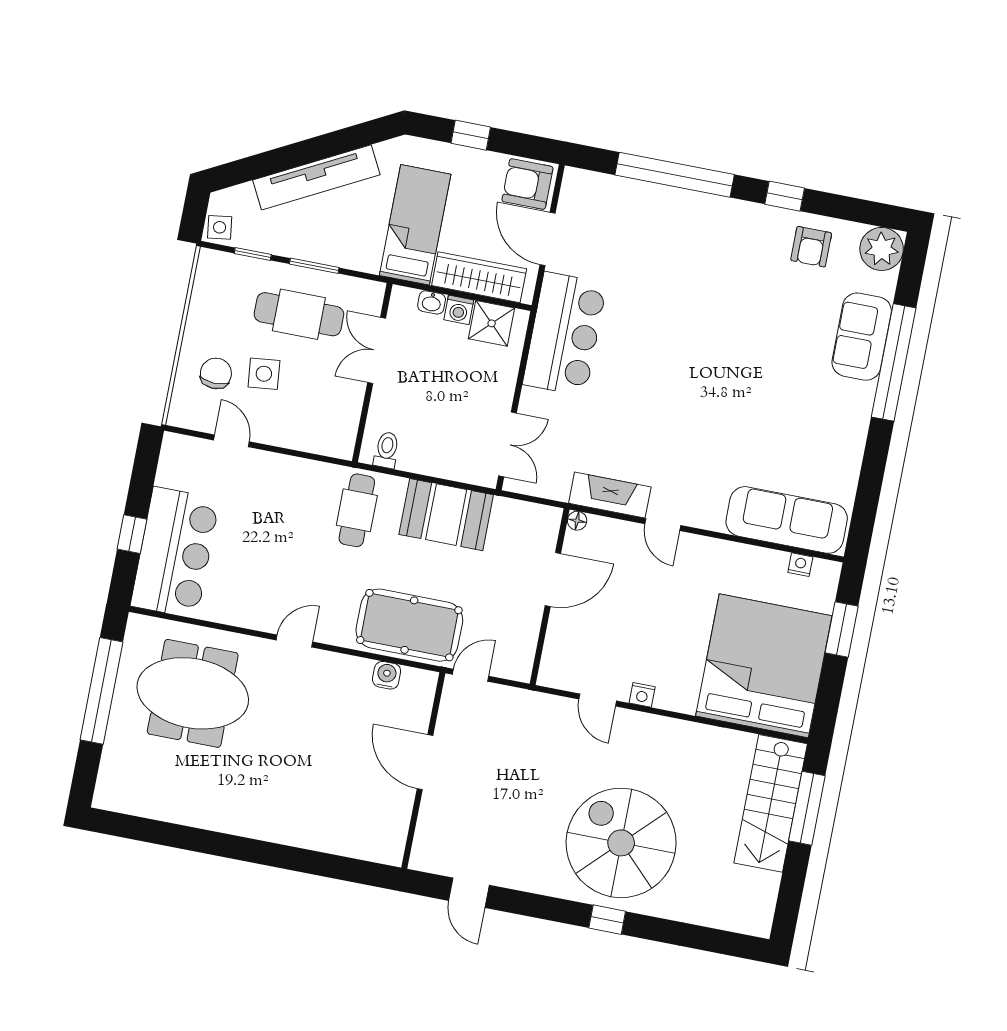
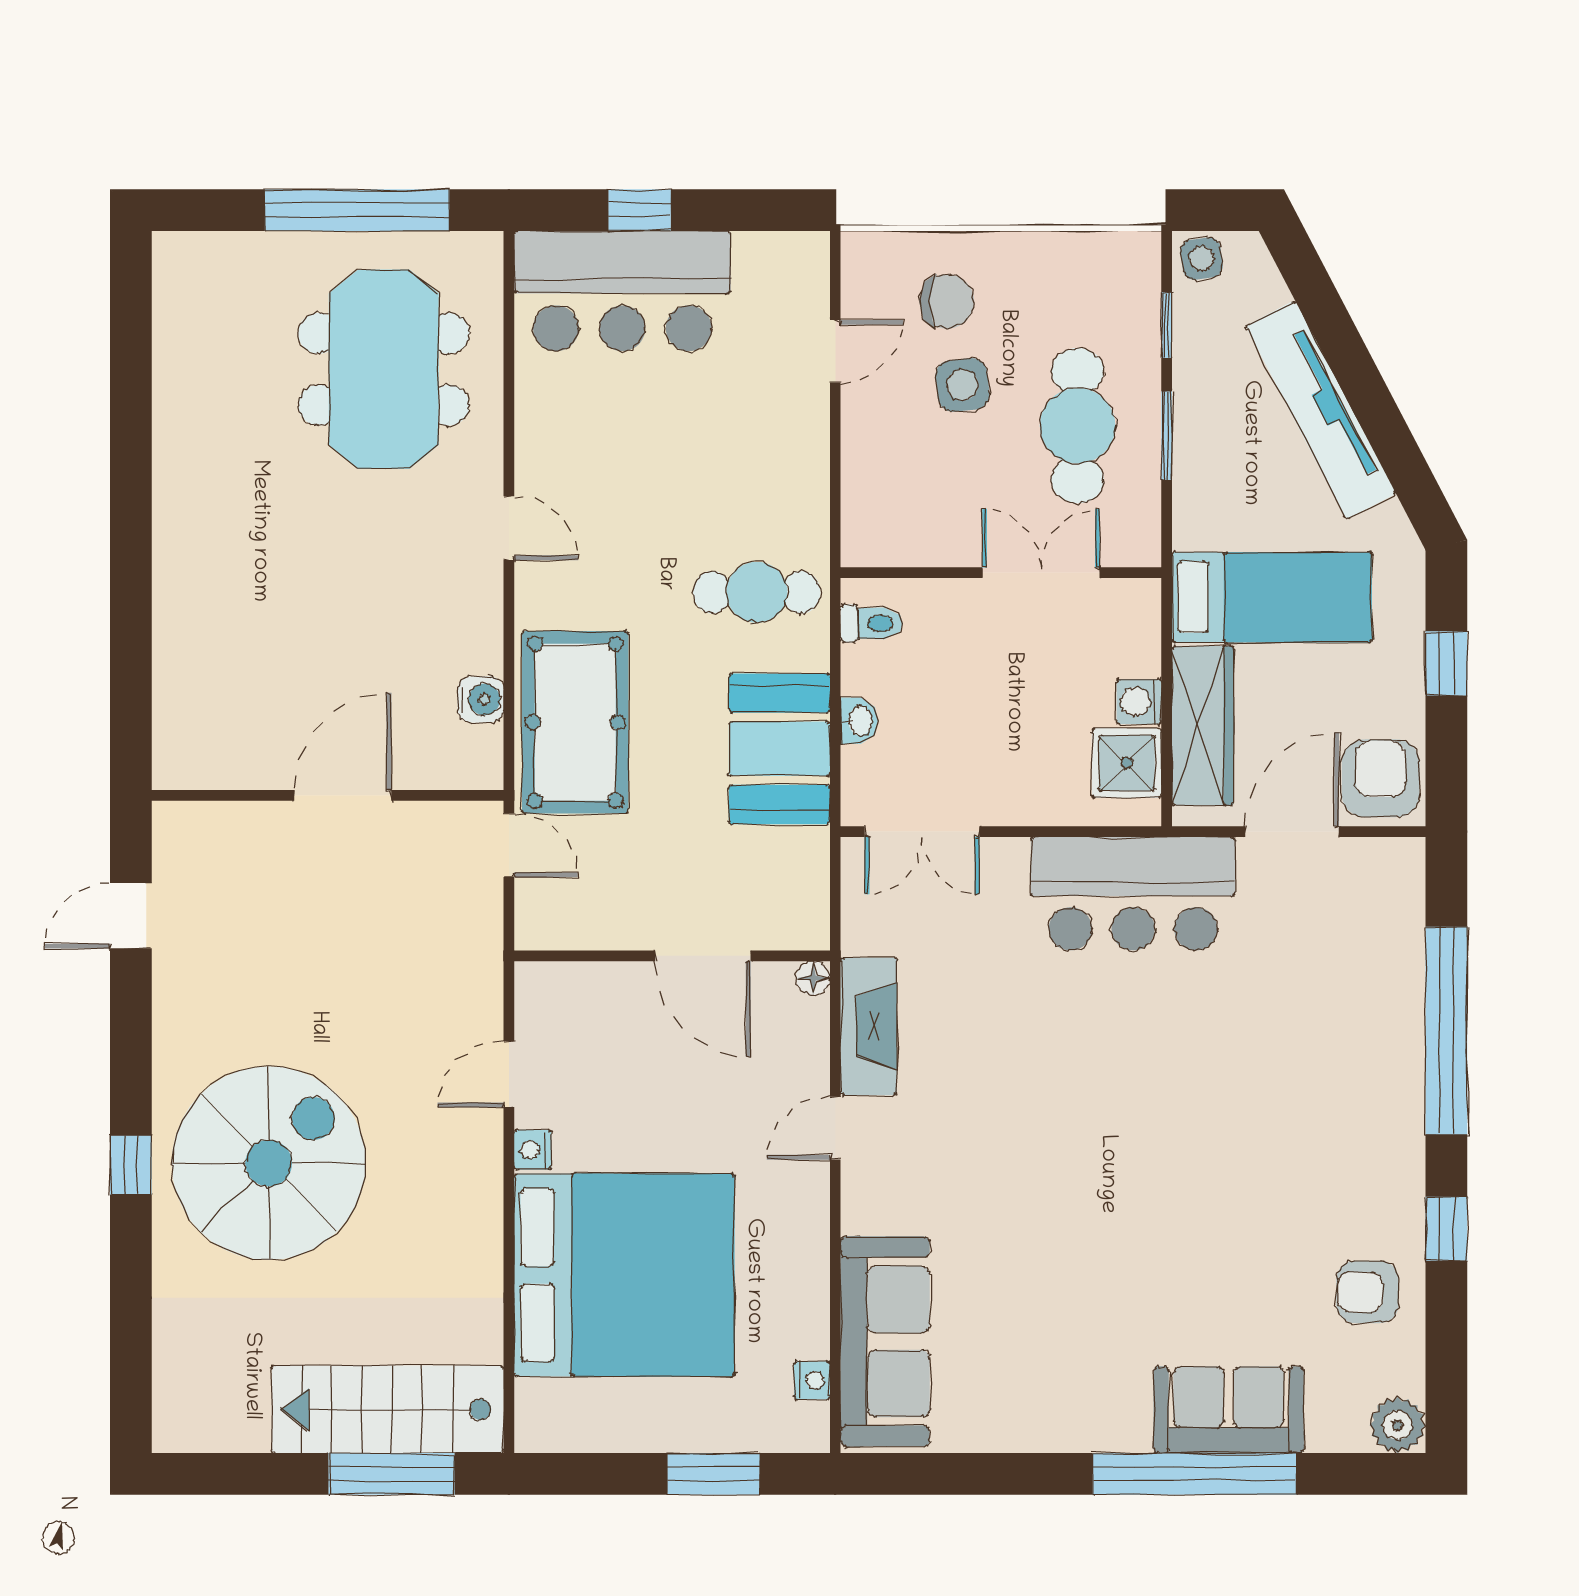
plant: (882, 249) -> (1398, 1425), width x0.73, depth x0.73
washbasin: (432, 302) -> (859, 721), moved, turned 180
bed: (764, 666) -> (624, 1275), moved

